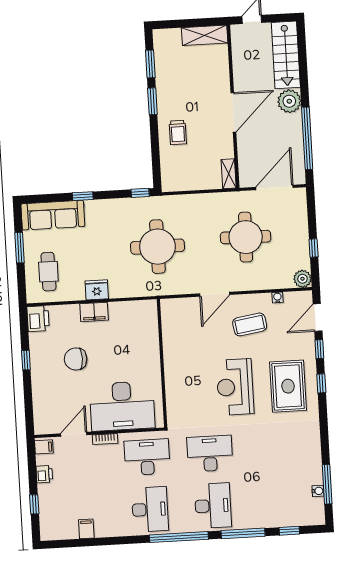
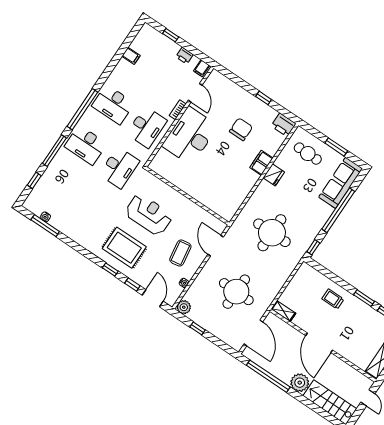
window: (83, 196) -> (338, 210), width x3.17
wall: (162, 363) -> (187, 196), moved

